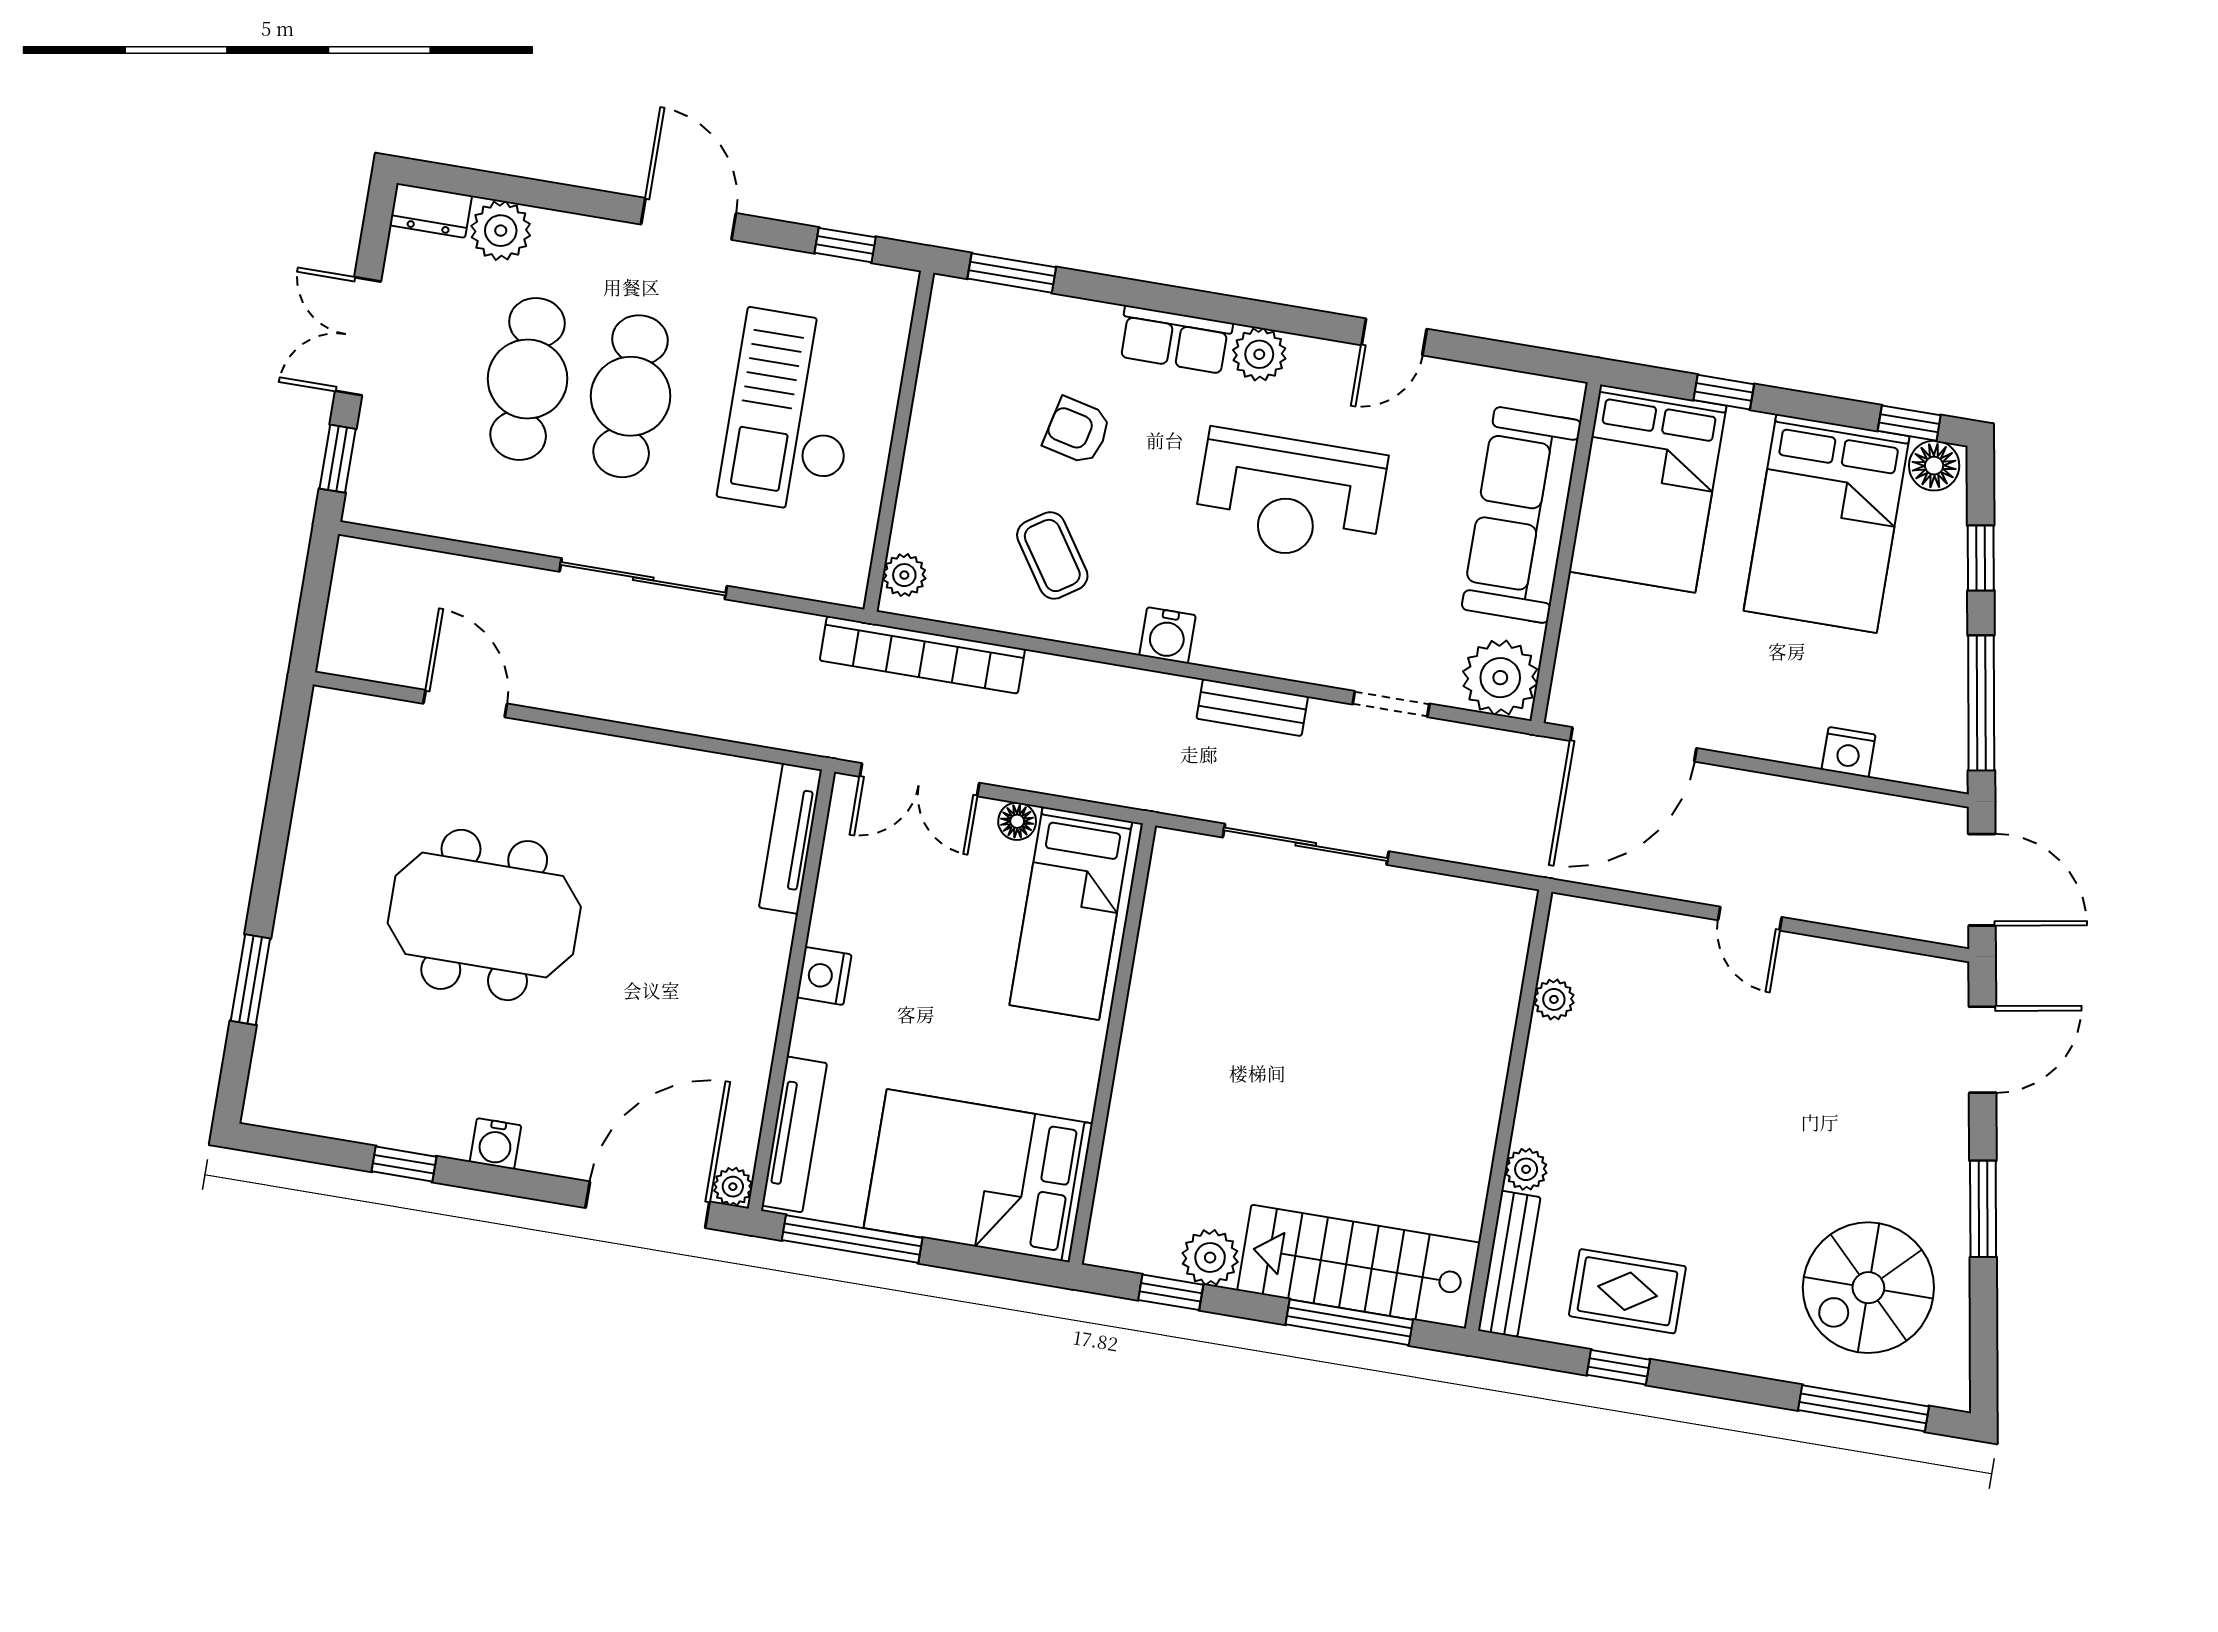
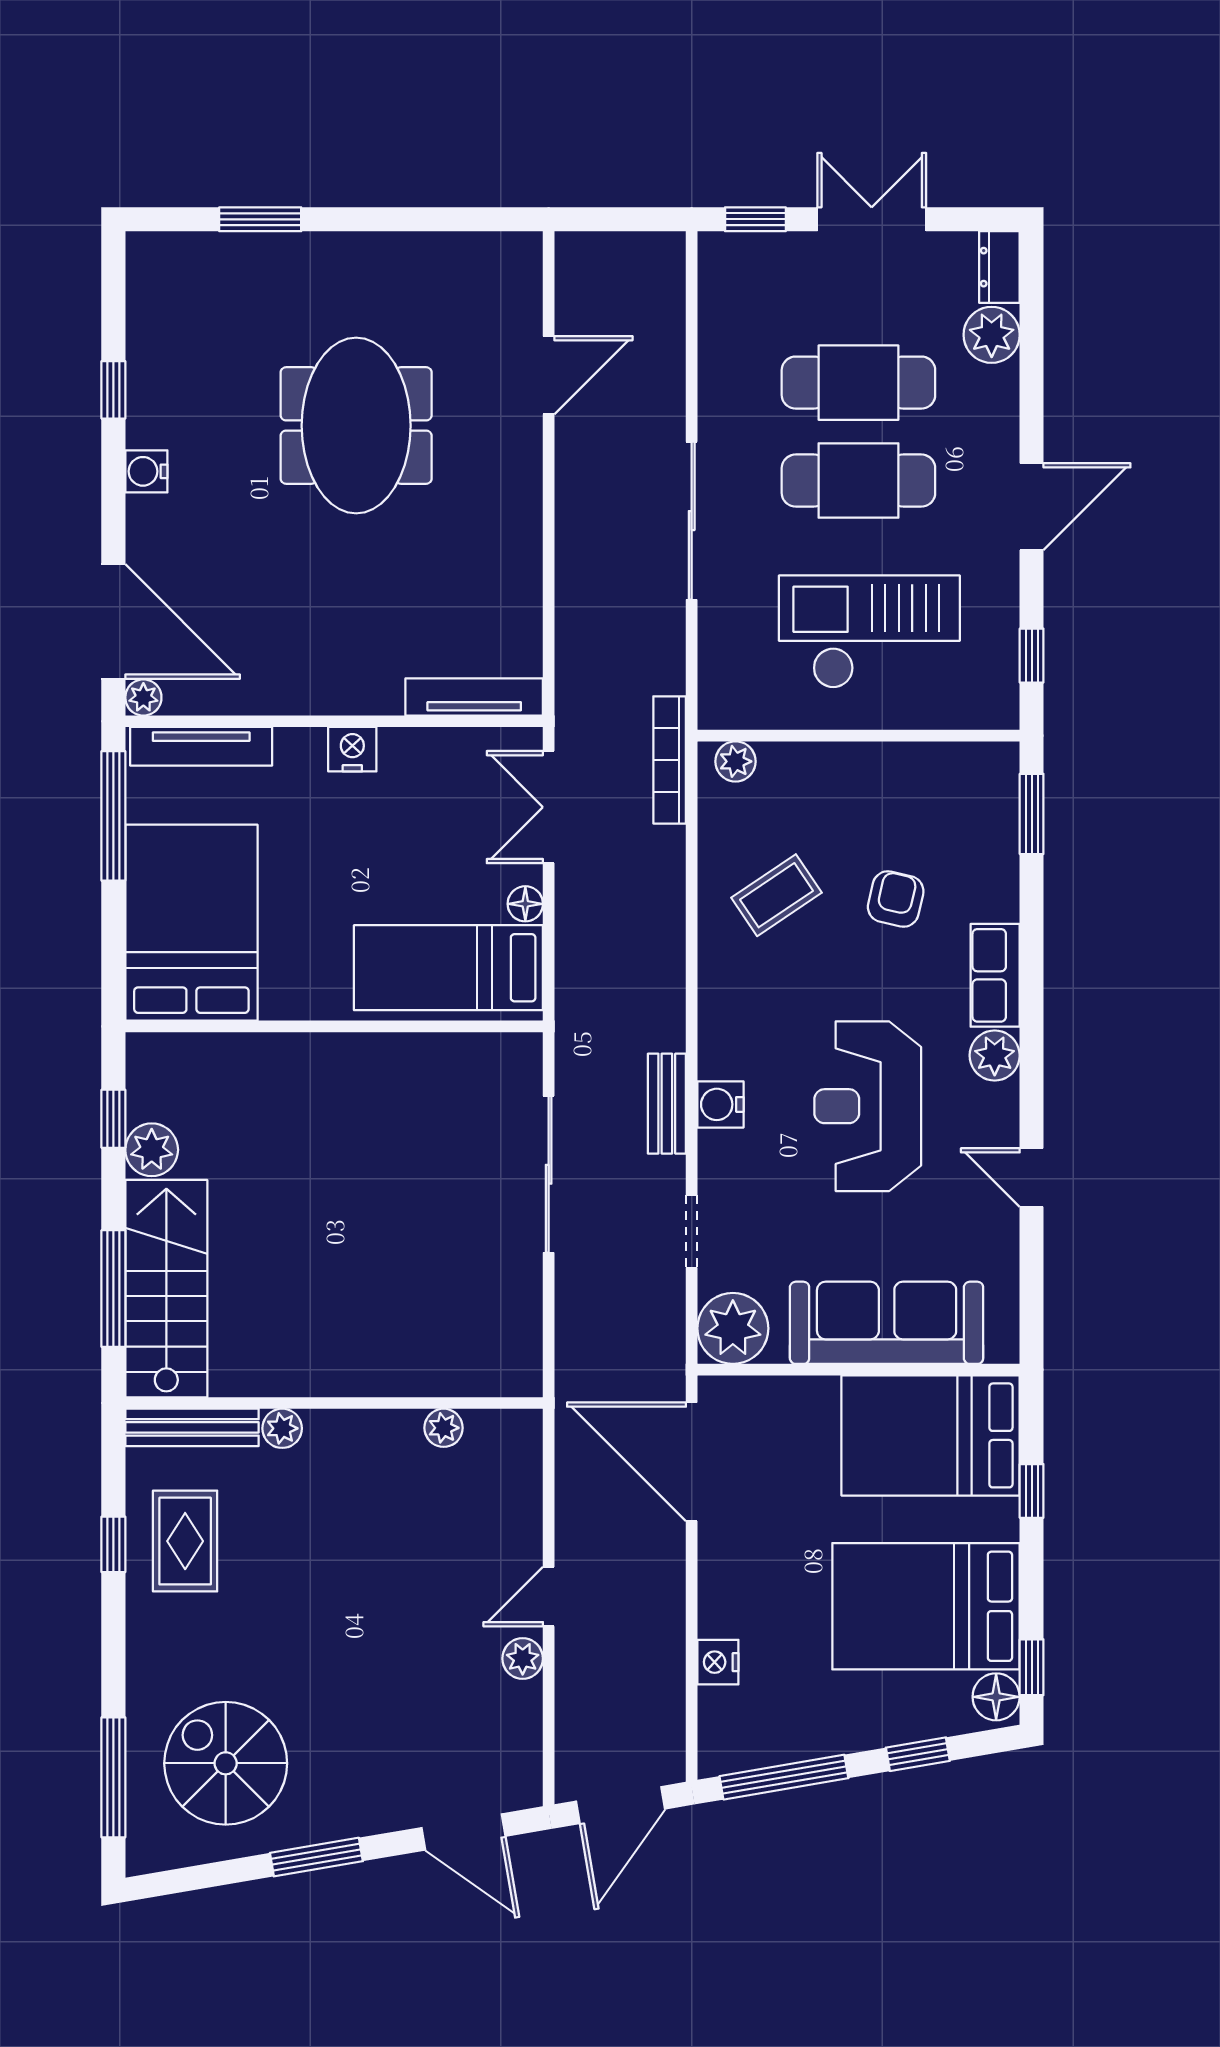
water cooler: (1167, 635) -> (720, 1104), moved
bookcase: (922, 655) -> (670, 760), width x0.68, depth x0.76
plant: (1810, 957) -> (523, 1659), added

